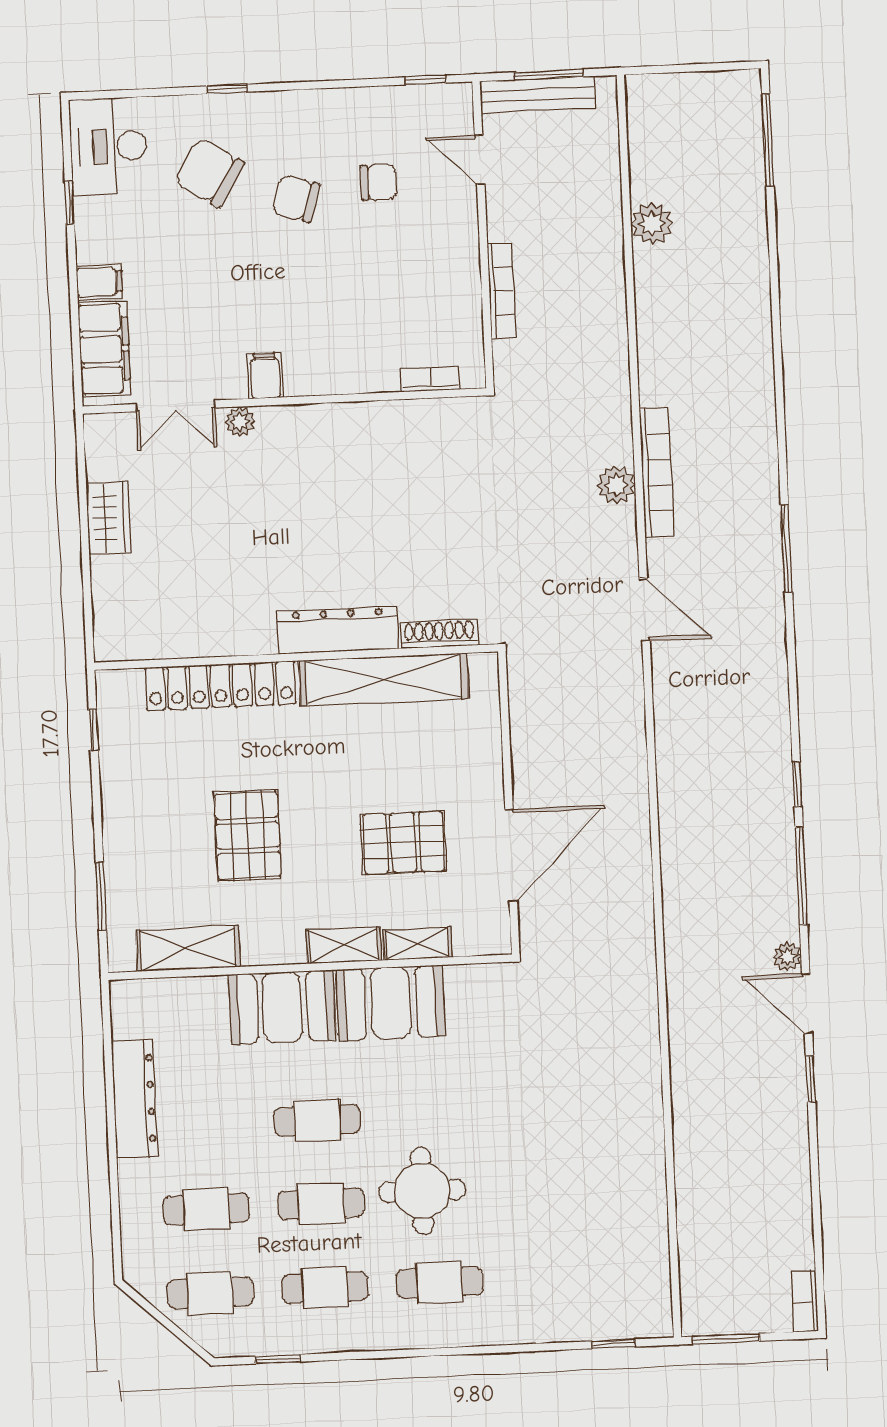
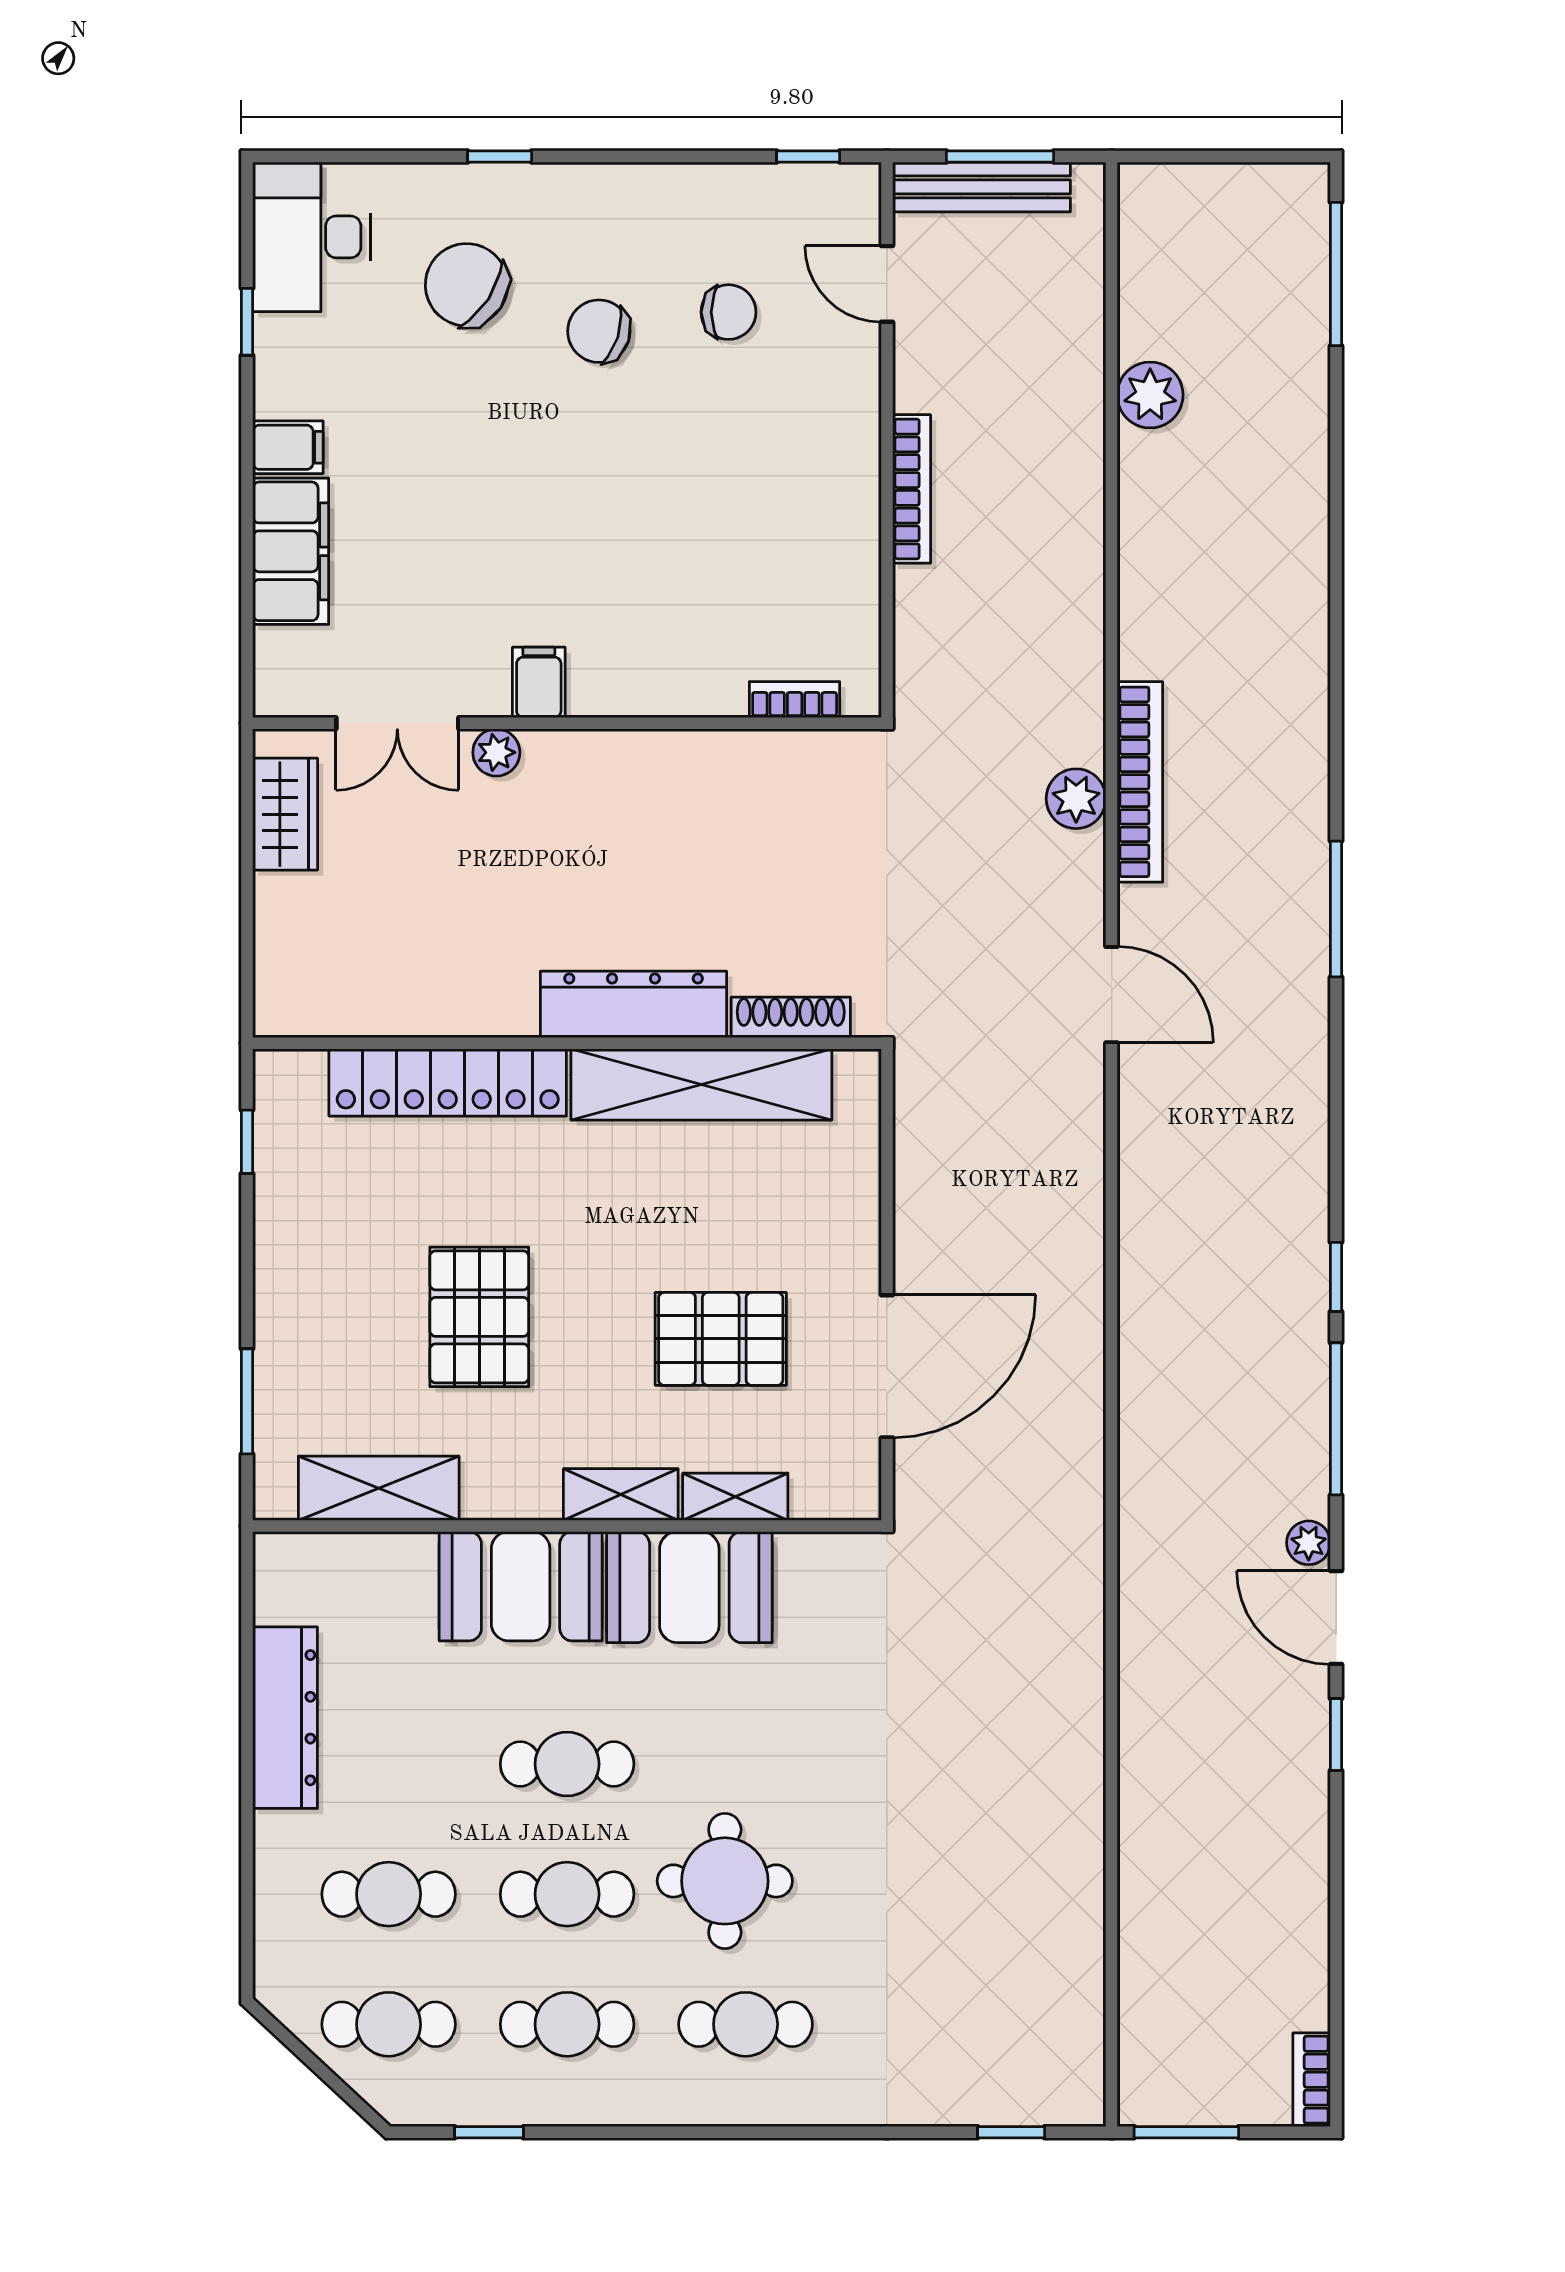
filing cabinet: (265, 375) -> (539, 682), moved
bookcase: (430, 379) -> (795, 700), moved
wall: (285, 401) -> (567, 723), moved
double door: (175, 406) -> (397, 723), moved
plant: (240, 422) -> (496, 752), moved

